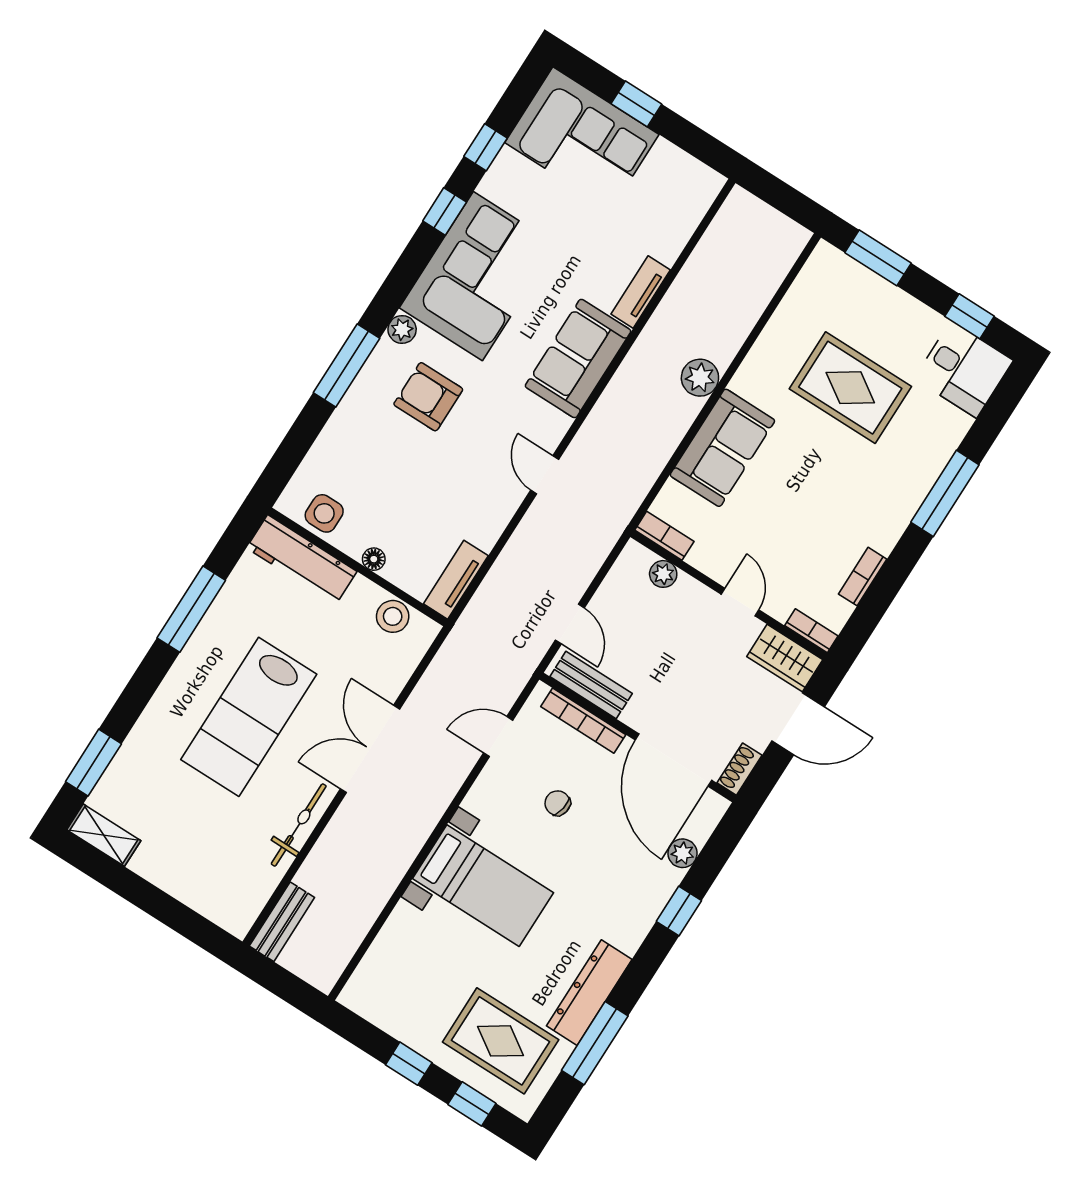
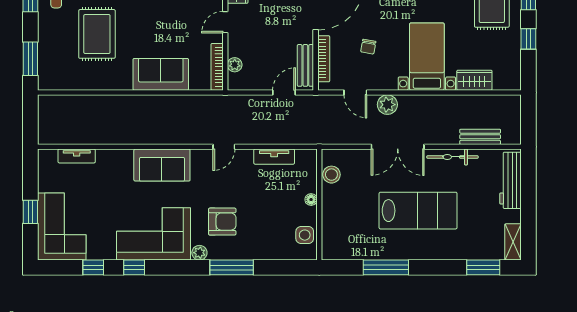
tv unit: (641, 292) -> (77, 156), moved
plant: (700, 378) -> (387, 105), moved
armchair: (428, 397) -> (222, 222), turned -90
bookcase: (664, 536) -> (217, 67), width x1.56
workbench: (302, 560) -> (511, 180), moved, turned 180
tv unit: (456, 580) -> (274, 157), moved
bench: (282, 922) -> (480, 137), moved
wardrobe: (398, 937) -> (474, 80), added

